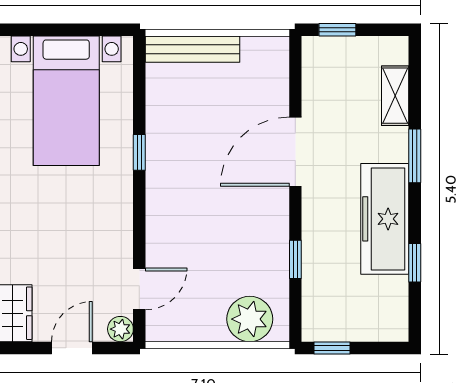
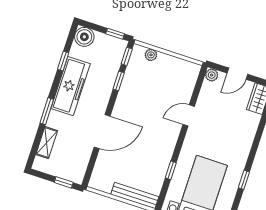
window: (139, 152) -> (171, 170), moved
door: (139, 289) -> (189, 115), moved
window: (295, 312) -> (127, 56), added
plant: (250, 319) -> (151, 55), width x0.53, depth x0.53
boiler: (389, 322) -> (84, 37), added

